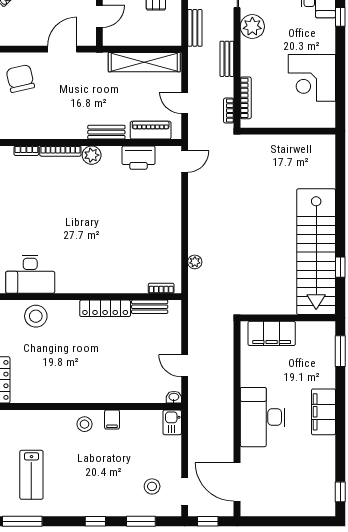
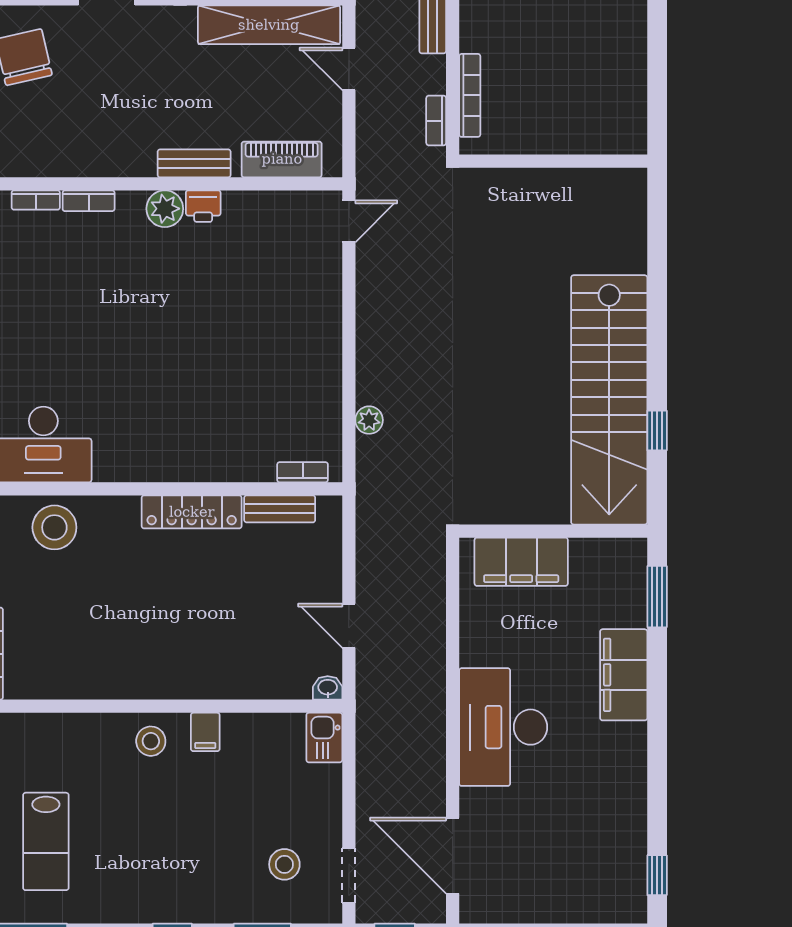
corner desk: (312, 78) -> (601, 56), removed
door: (185, 103) -> (349, 69), moved
bookcase: (60, 151) -> (89, 201), width x0.64
printer: (138, 158) -> (203, 206), moved, width x0.53, depth x0.68
filing cabinet: (323, 412) -> (624, 675), moved

